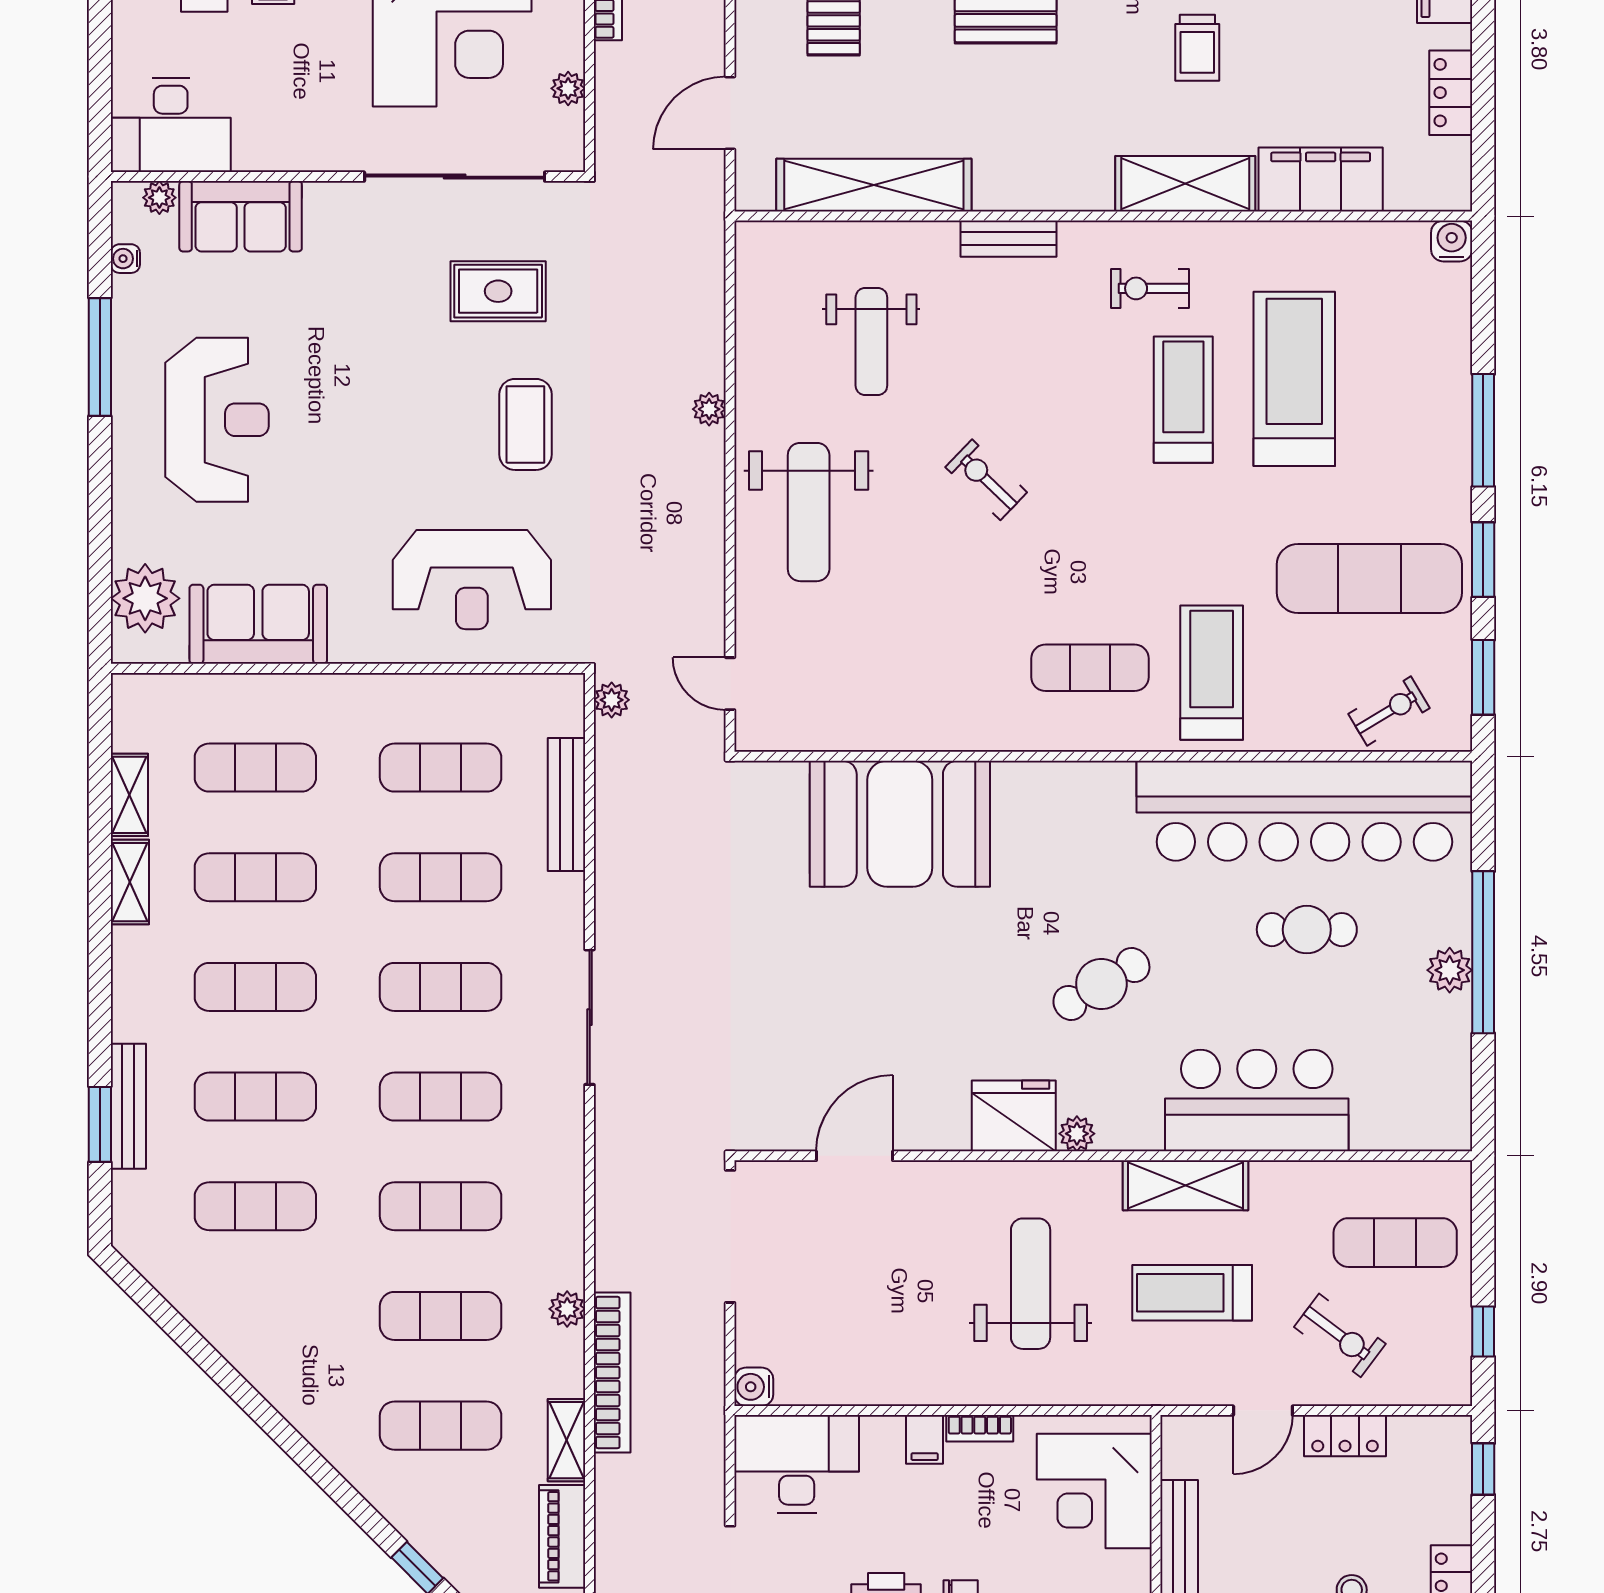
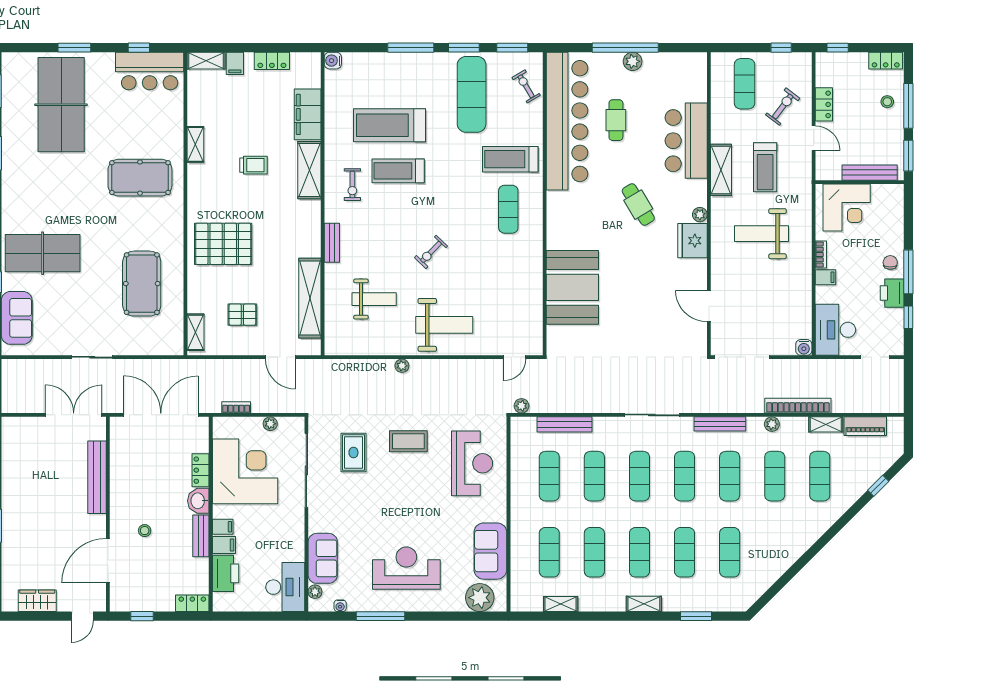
shelving: (130, 882) -> (644, 604), moved
bench: (128, 1106) -> (720, 424), moved

